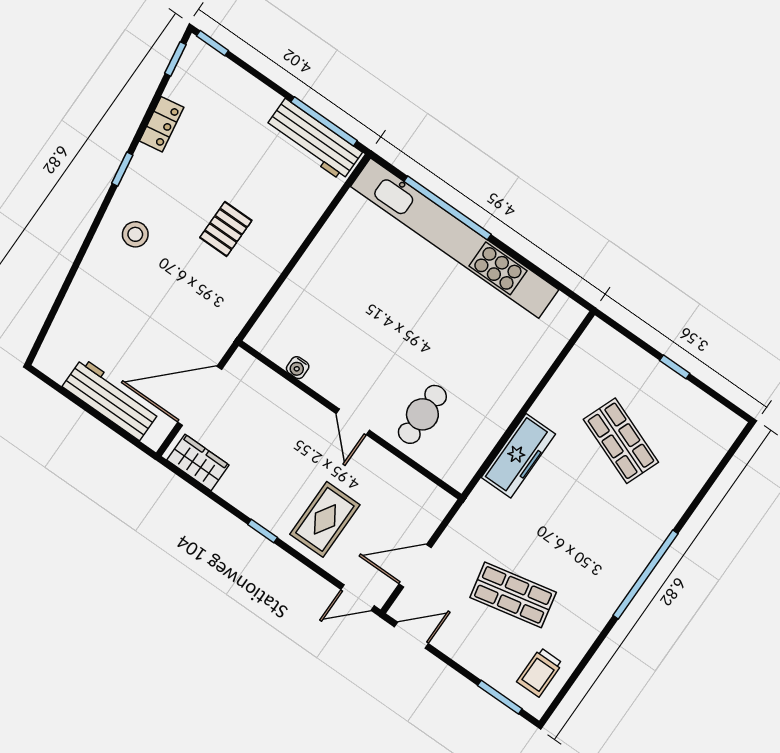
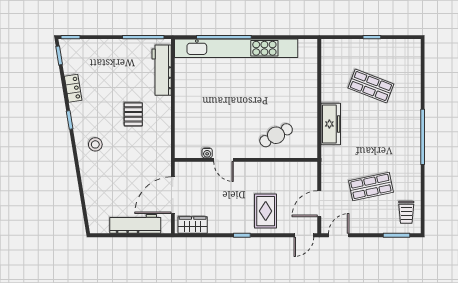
workbench: (314, 140) -> (162, 70), moved, turned 90
cafe table: (422, 414) -> (276, 135), turned 61
door: (353, 422) -> (223, 160), moved

